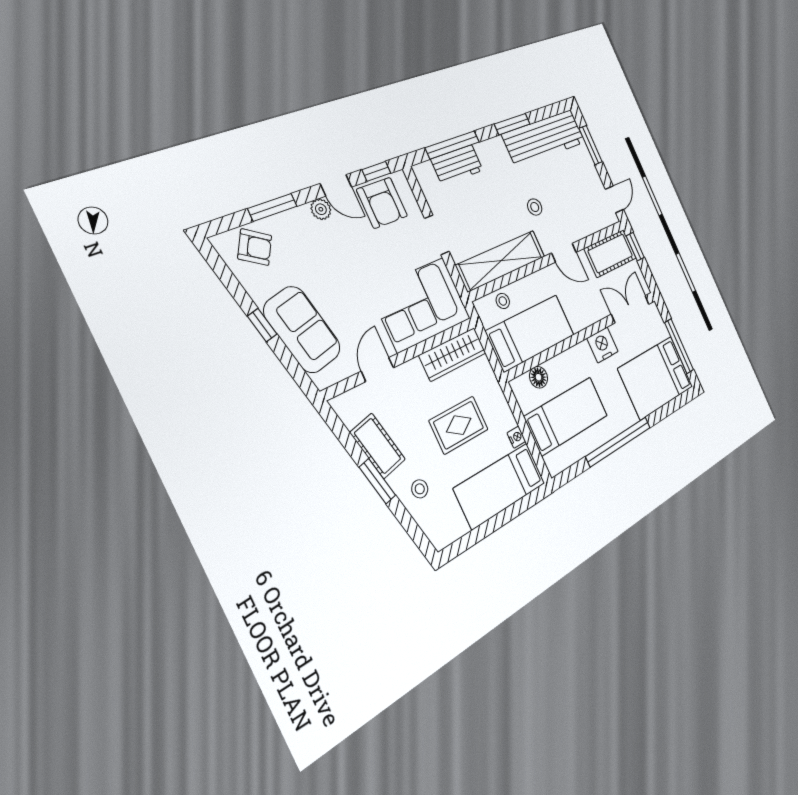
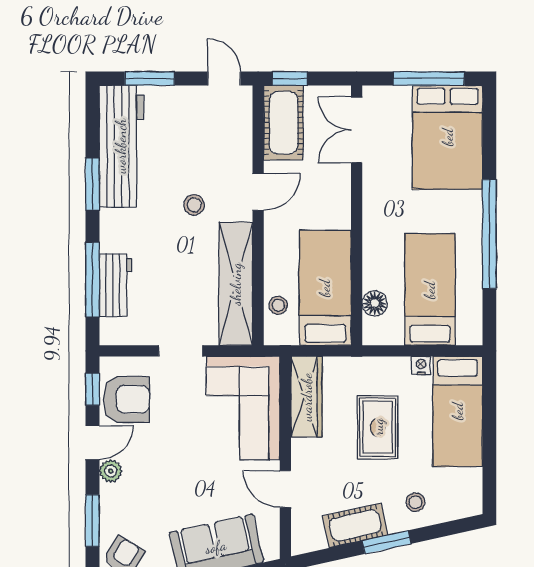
nightstand: (602, 345) -> (379, 195), removed

